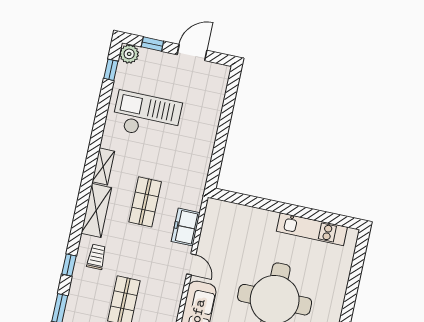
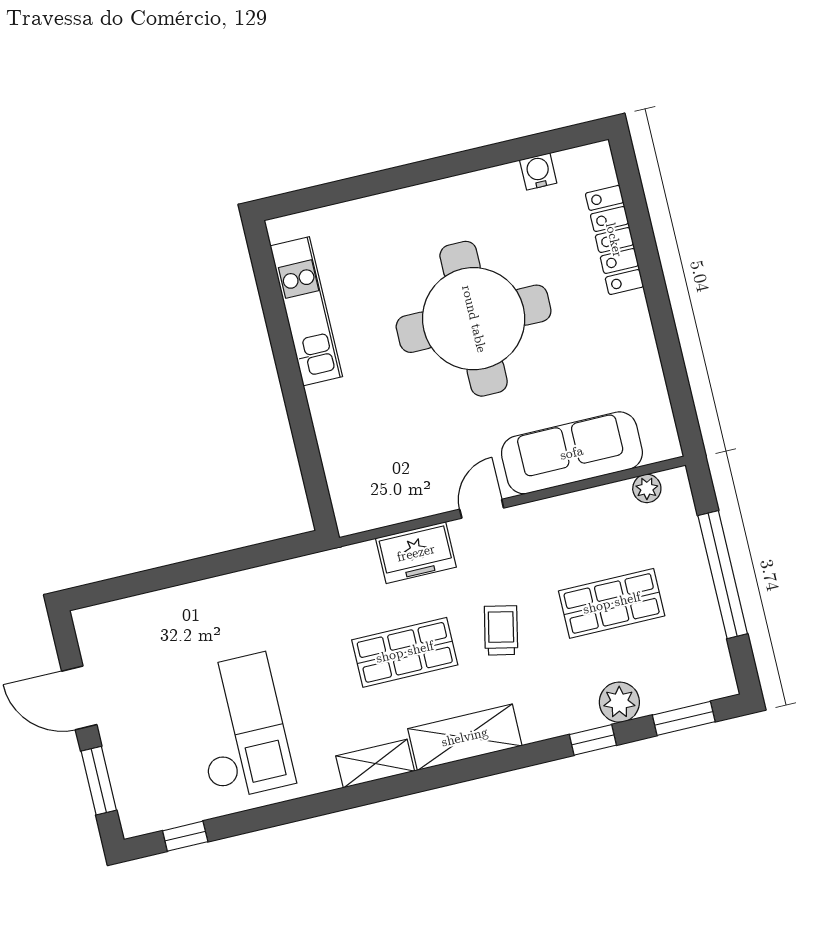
window: (152, 44) -> (99, 781), width x1.50
plant: (129, 54) -> (619, 702), moved
checkout: (147, 116) -> (240, 727), turned 180
trolley: (96, 257) -> (501, 630), moved, turned 102

